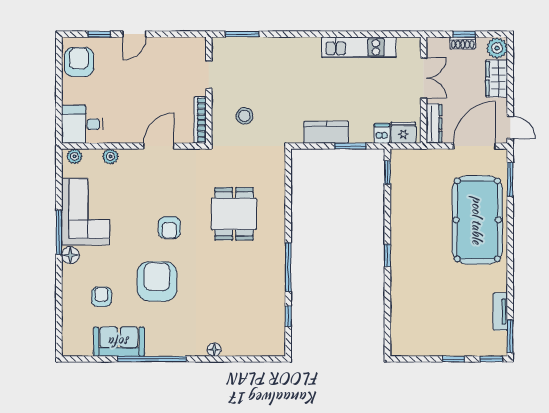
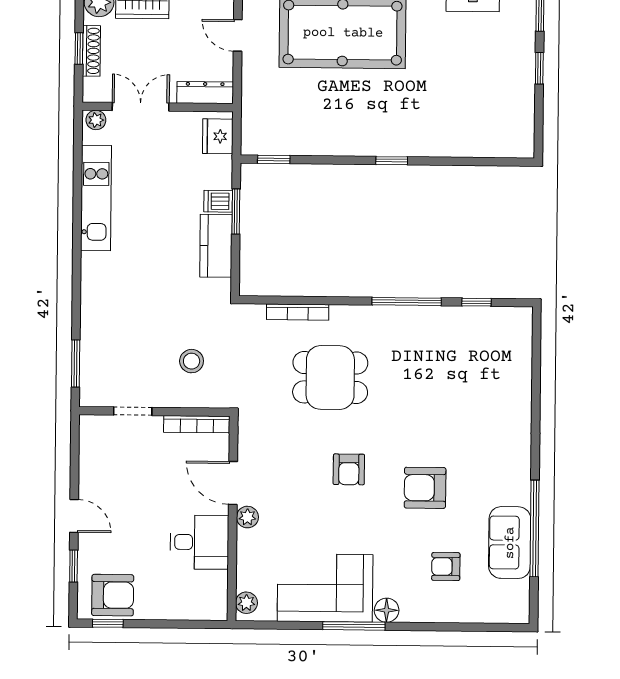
shoe rack: (463, 43) -> (91, 51), width x1.43
plant: (414, 47) -> (96, 120), added
window: (59, 59) -> (108, 623), added
armchair: (79, 62) -> (113, 595), turned 180
desk: (82, 124) -> (199, 542), moved, turned -90
dishwasher: (382, 133) -> (218, 201), moved
door: (475, 146) -> (238, 35), width x0.53
plant: (110, 156) -> (247, 517), moved
bookcase: (280, 190) -> (298, 312), added
armchair: (169, 228) -> (349, 469), turned 90
armchair: (157, 281) -> (425, 488), width x0.73, depth x0.73
floor lamp: (214, 350) -> (522, 408), removed
window: (152, 359) -> (534, 528), moved

